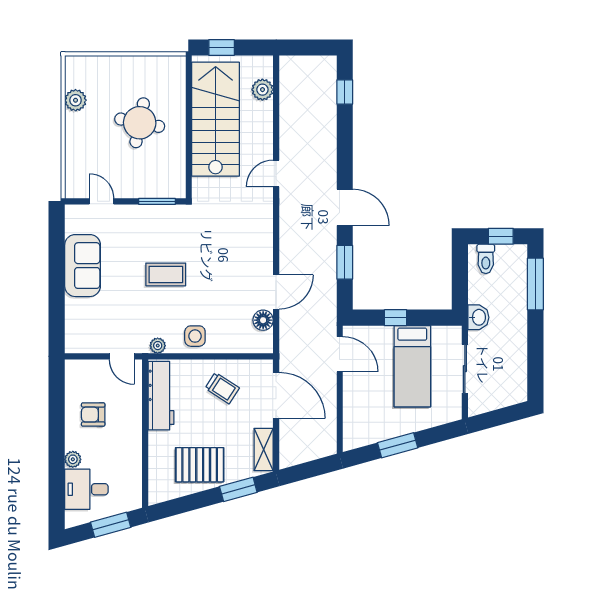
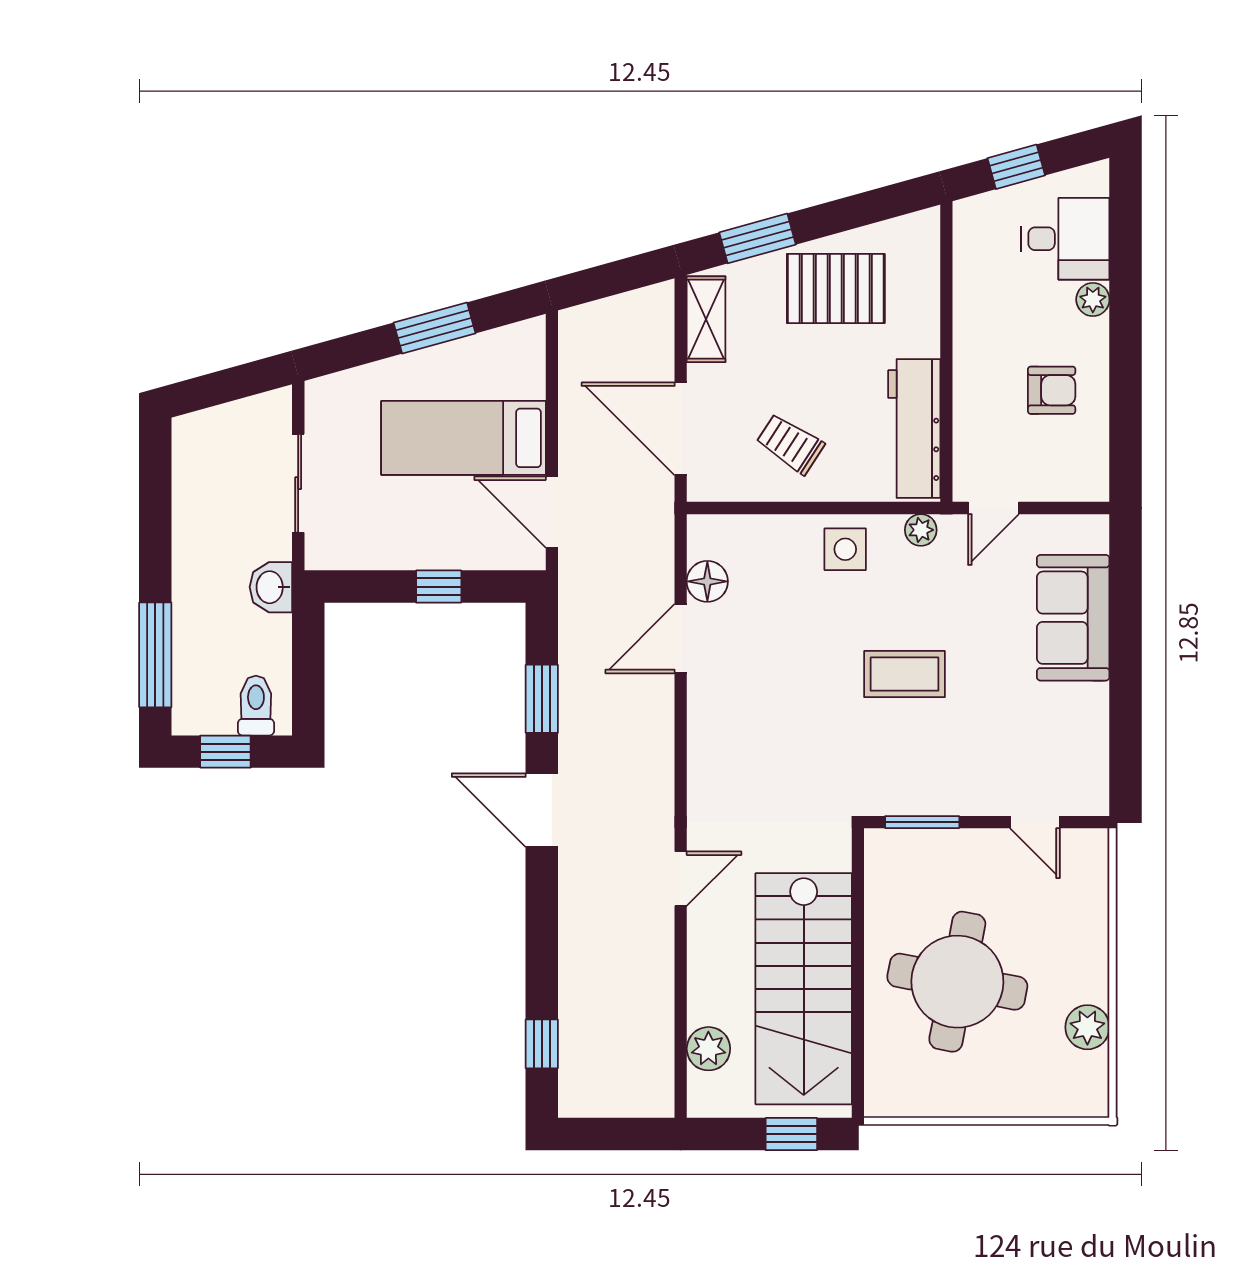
round table: (140, 123) -> (957, 982), width x1.36, depth x1.36
sofa: (83, 266) -> (1073, 618), moved
door: (122, 356) -> (993, 508), swing flipped
bed: (412, 366) -> (464, 438), moved, turned -90
window: (111, 525) -> (1016, 167), width x0.67

